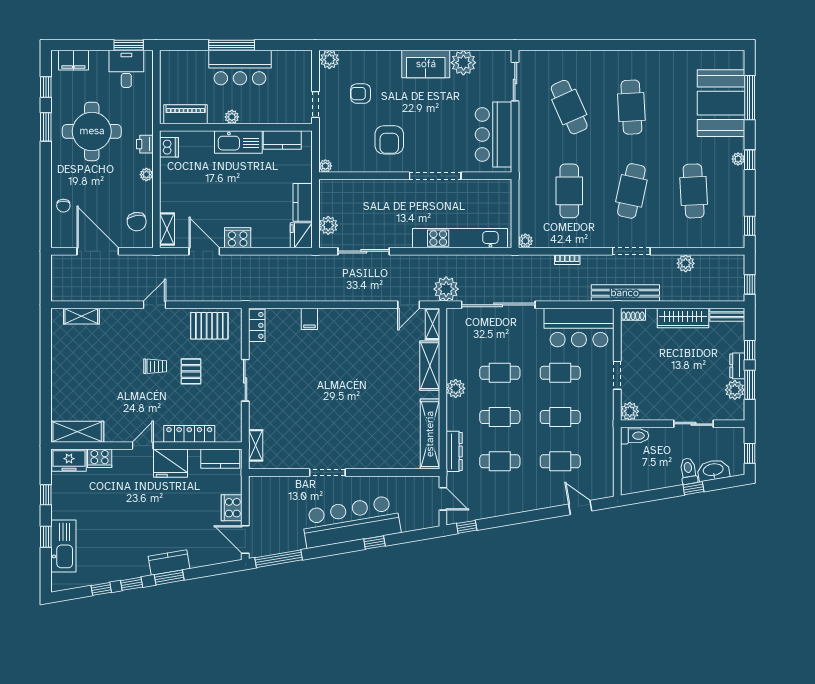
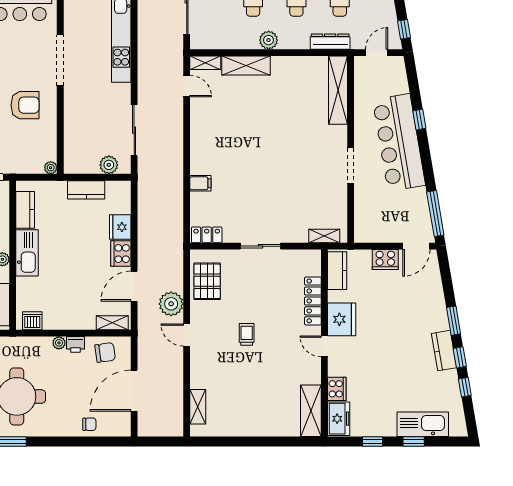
printer: (145, 144) -> (75, 344), moved
fridge: (301, 235) -> (120, 227), moved, turned 90
plant: (446, 289) -> (171, 304), moved
pallet: (191, 371) -> (252, 299), removed
shelving: (430, 434) -> (338, 90), moved, turned 90
kitchen counter: (169, 562) -> (444, 351), moved

